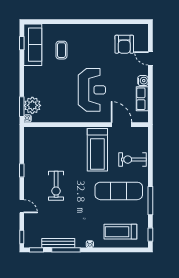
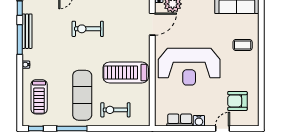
coffee table: (61, 50) -> (243, 45), moved
reception desk: (92, 90) -> (189, 67), width x1.36, depth x1.30
door: (121, 125) -> (152, 24), moved
exercise bike: (133, 160) -> (115, 110), turned -90
treadmill: (120, 232) -> (39, 97), turned 180

